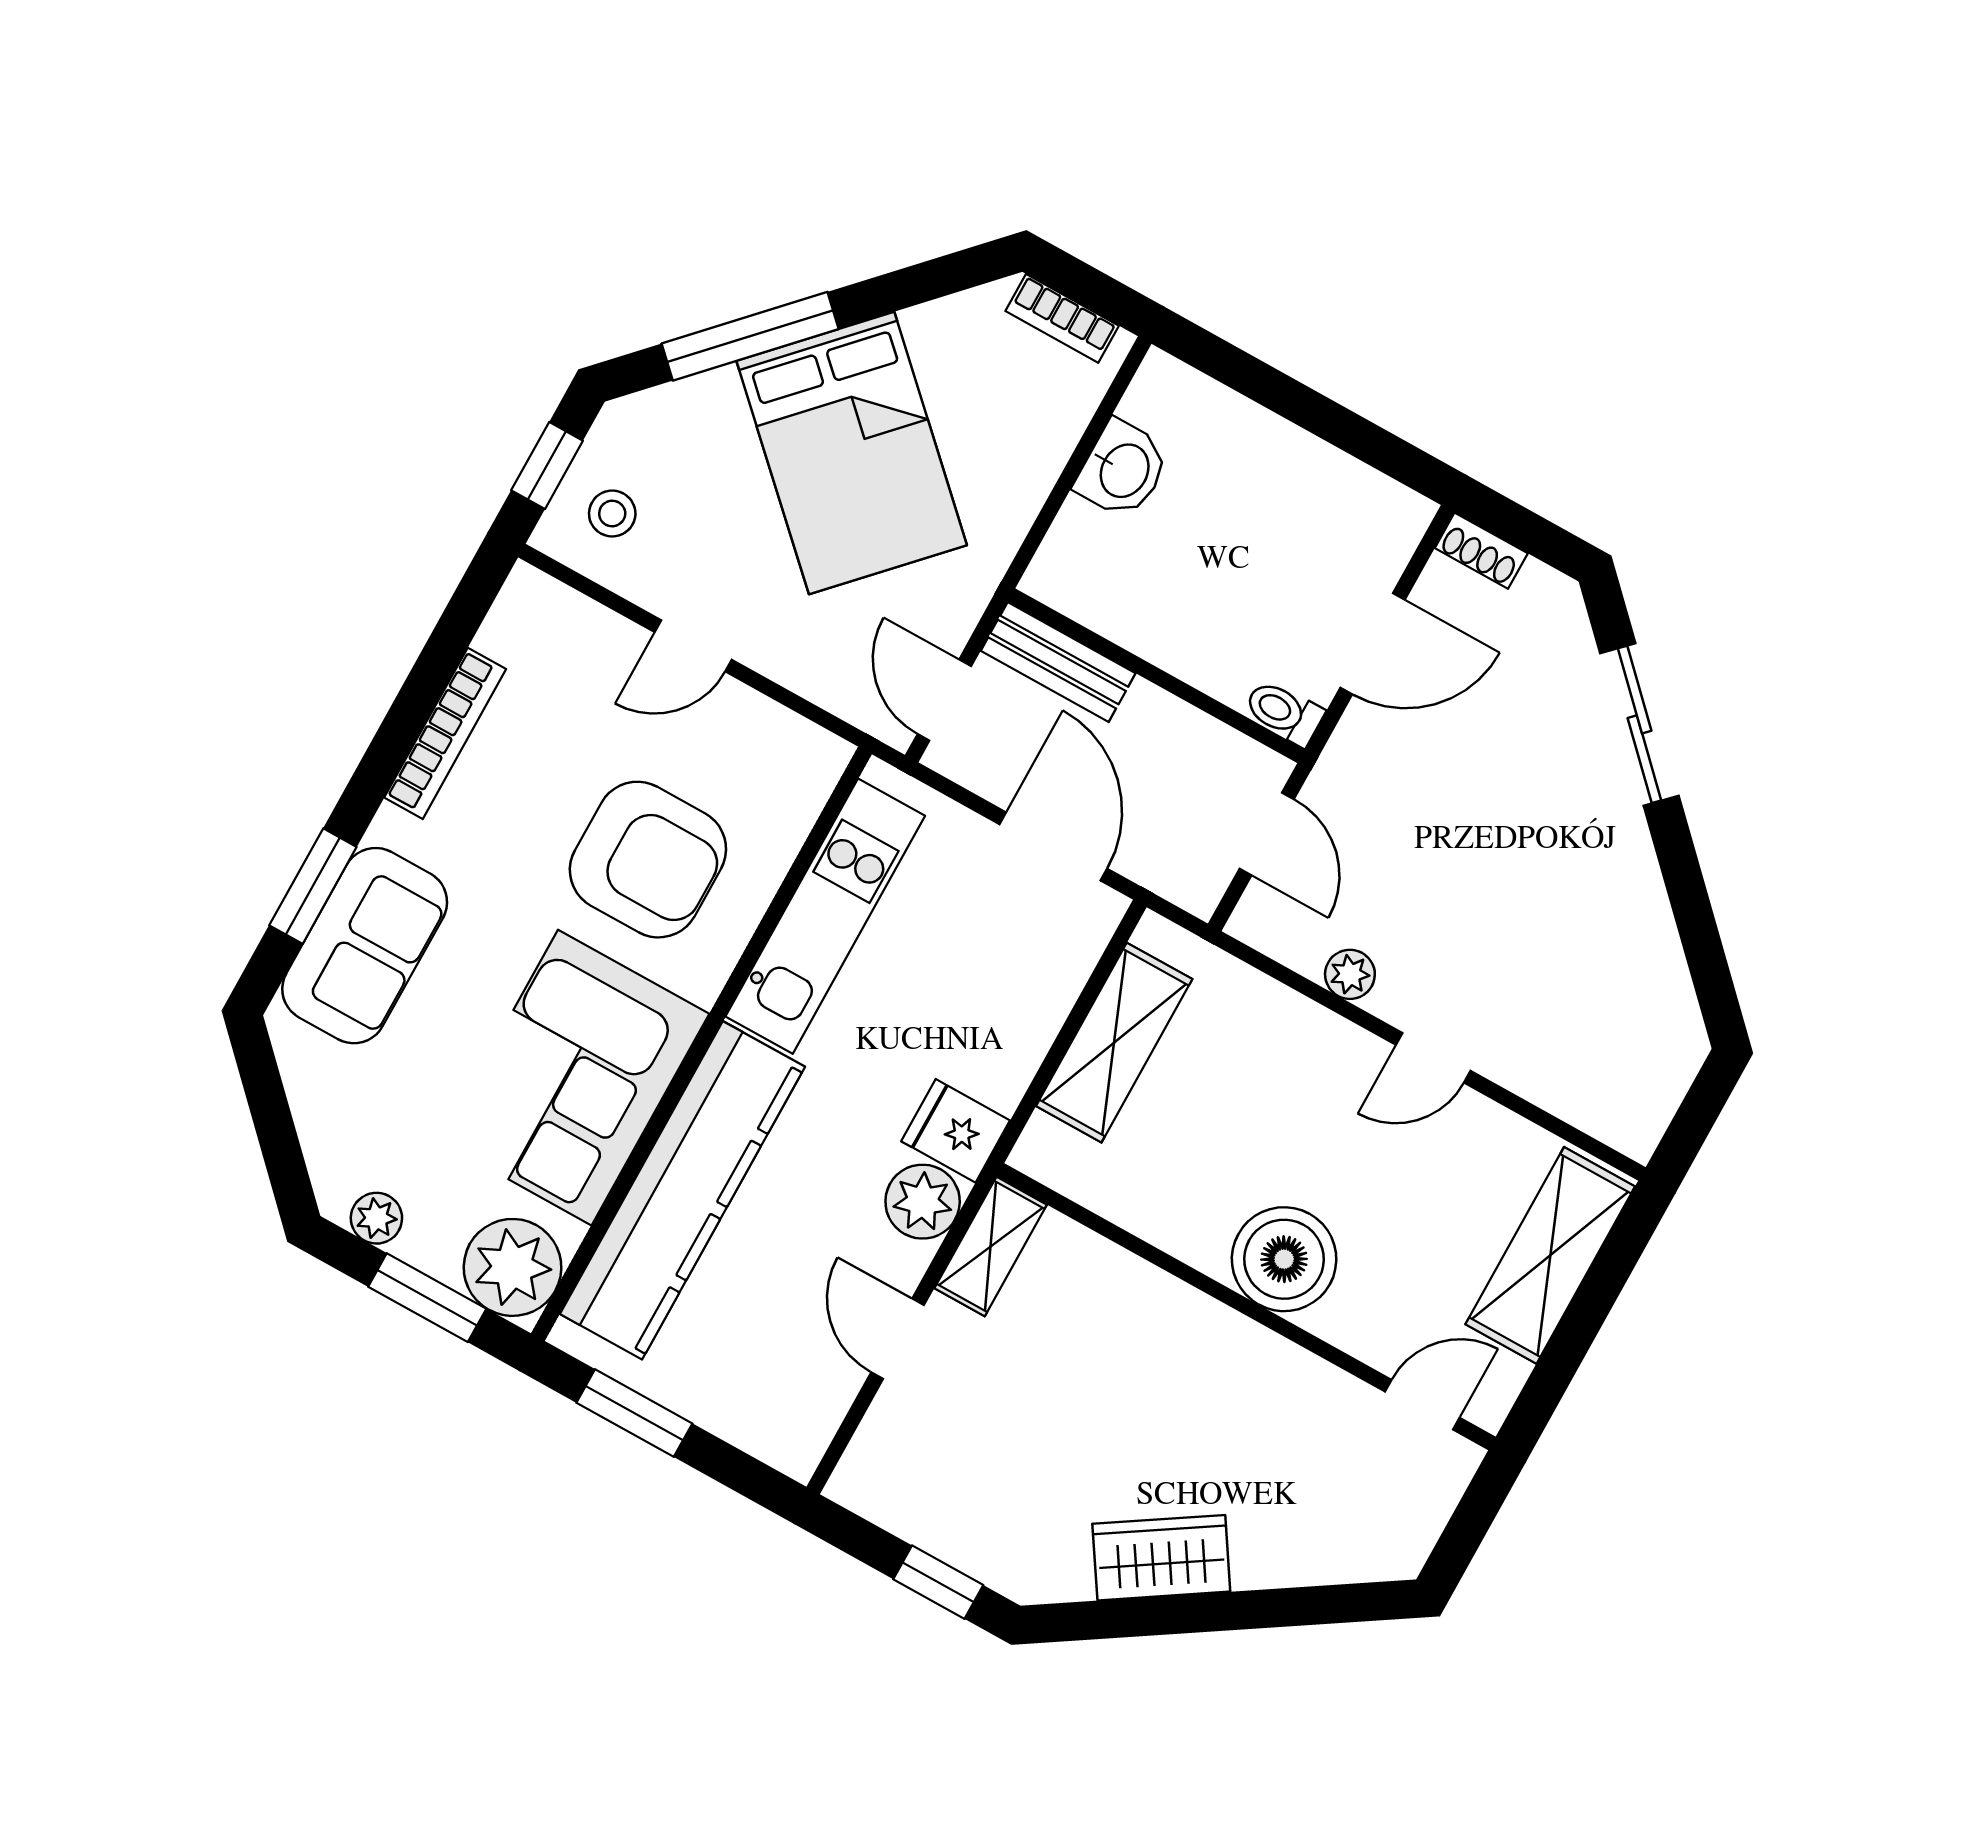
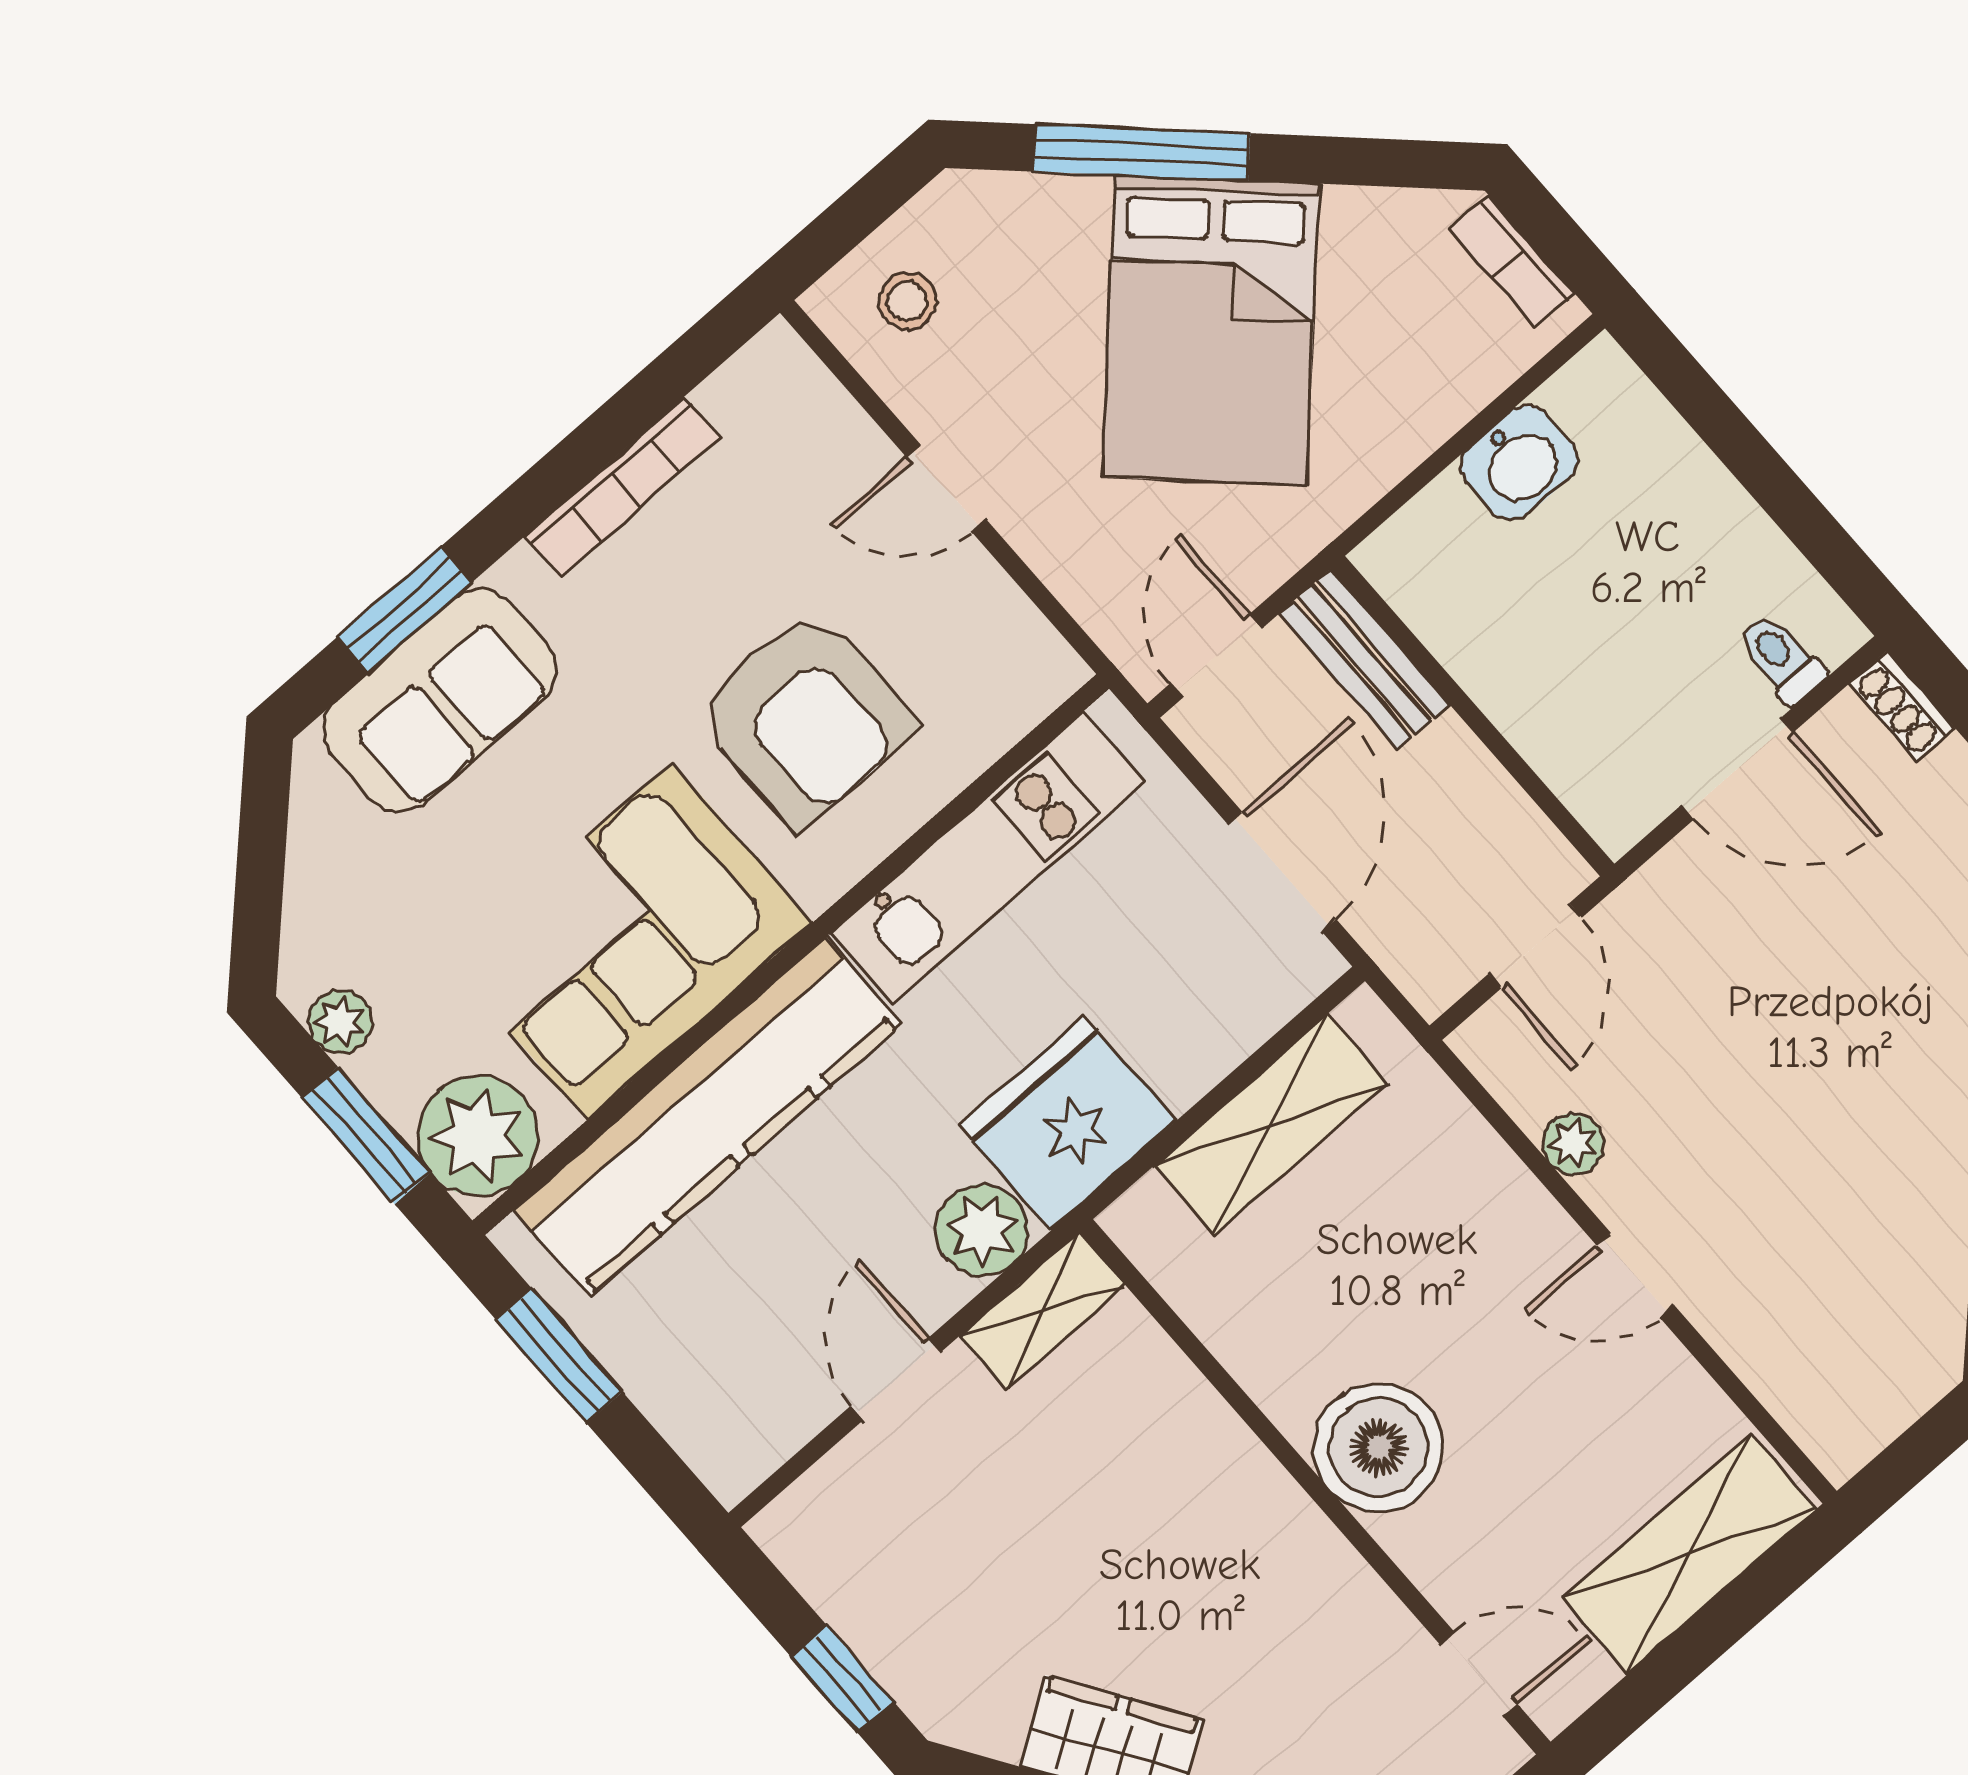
window: (547, 465) -> (852, 218), removed
toilet: (1284, 712) -> (1781, 658), moved
fridge: (956, 1131) -> (1068, 1122), width x1.88, depth x1.34

